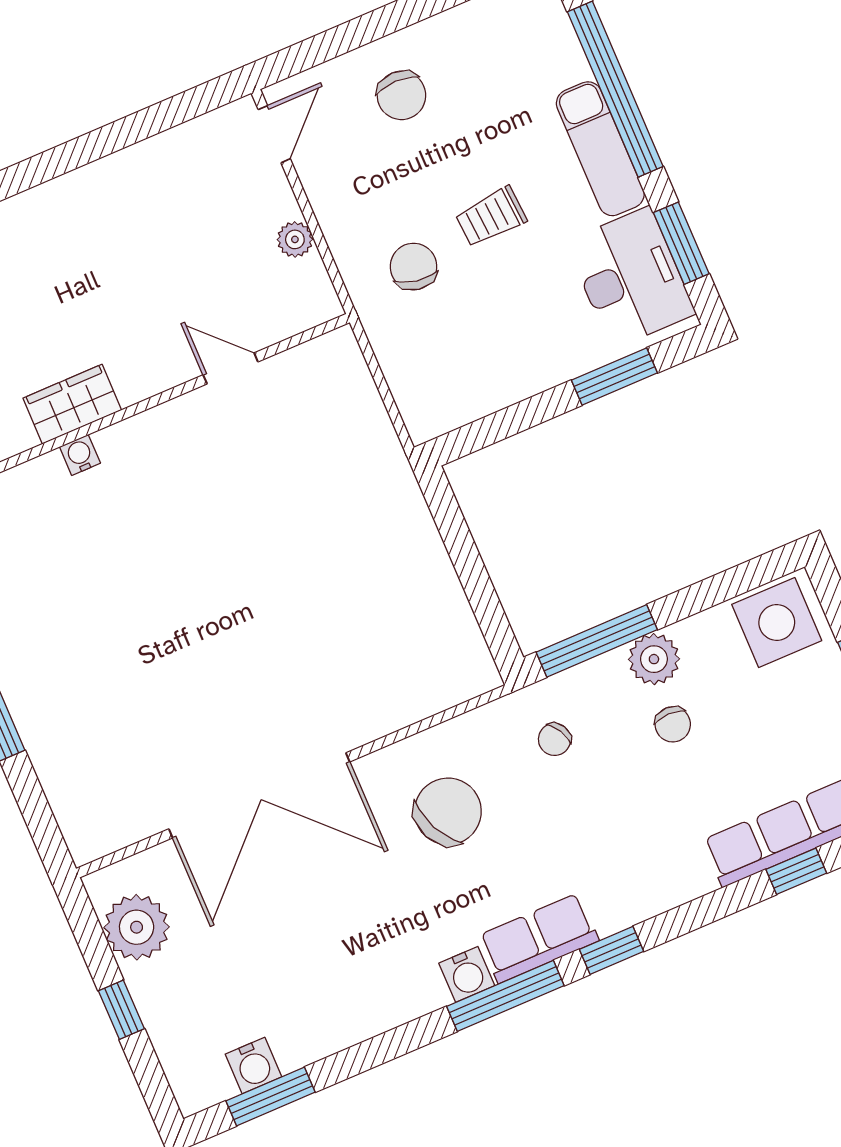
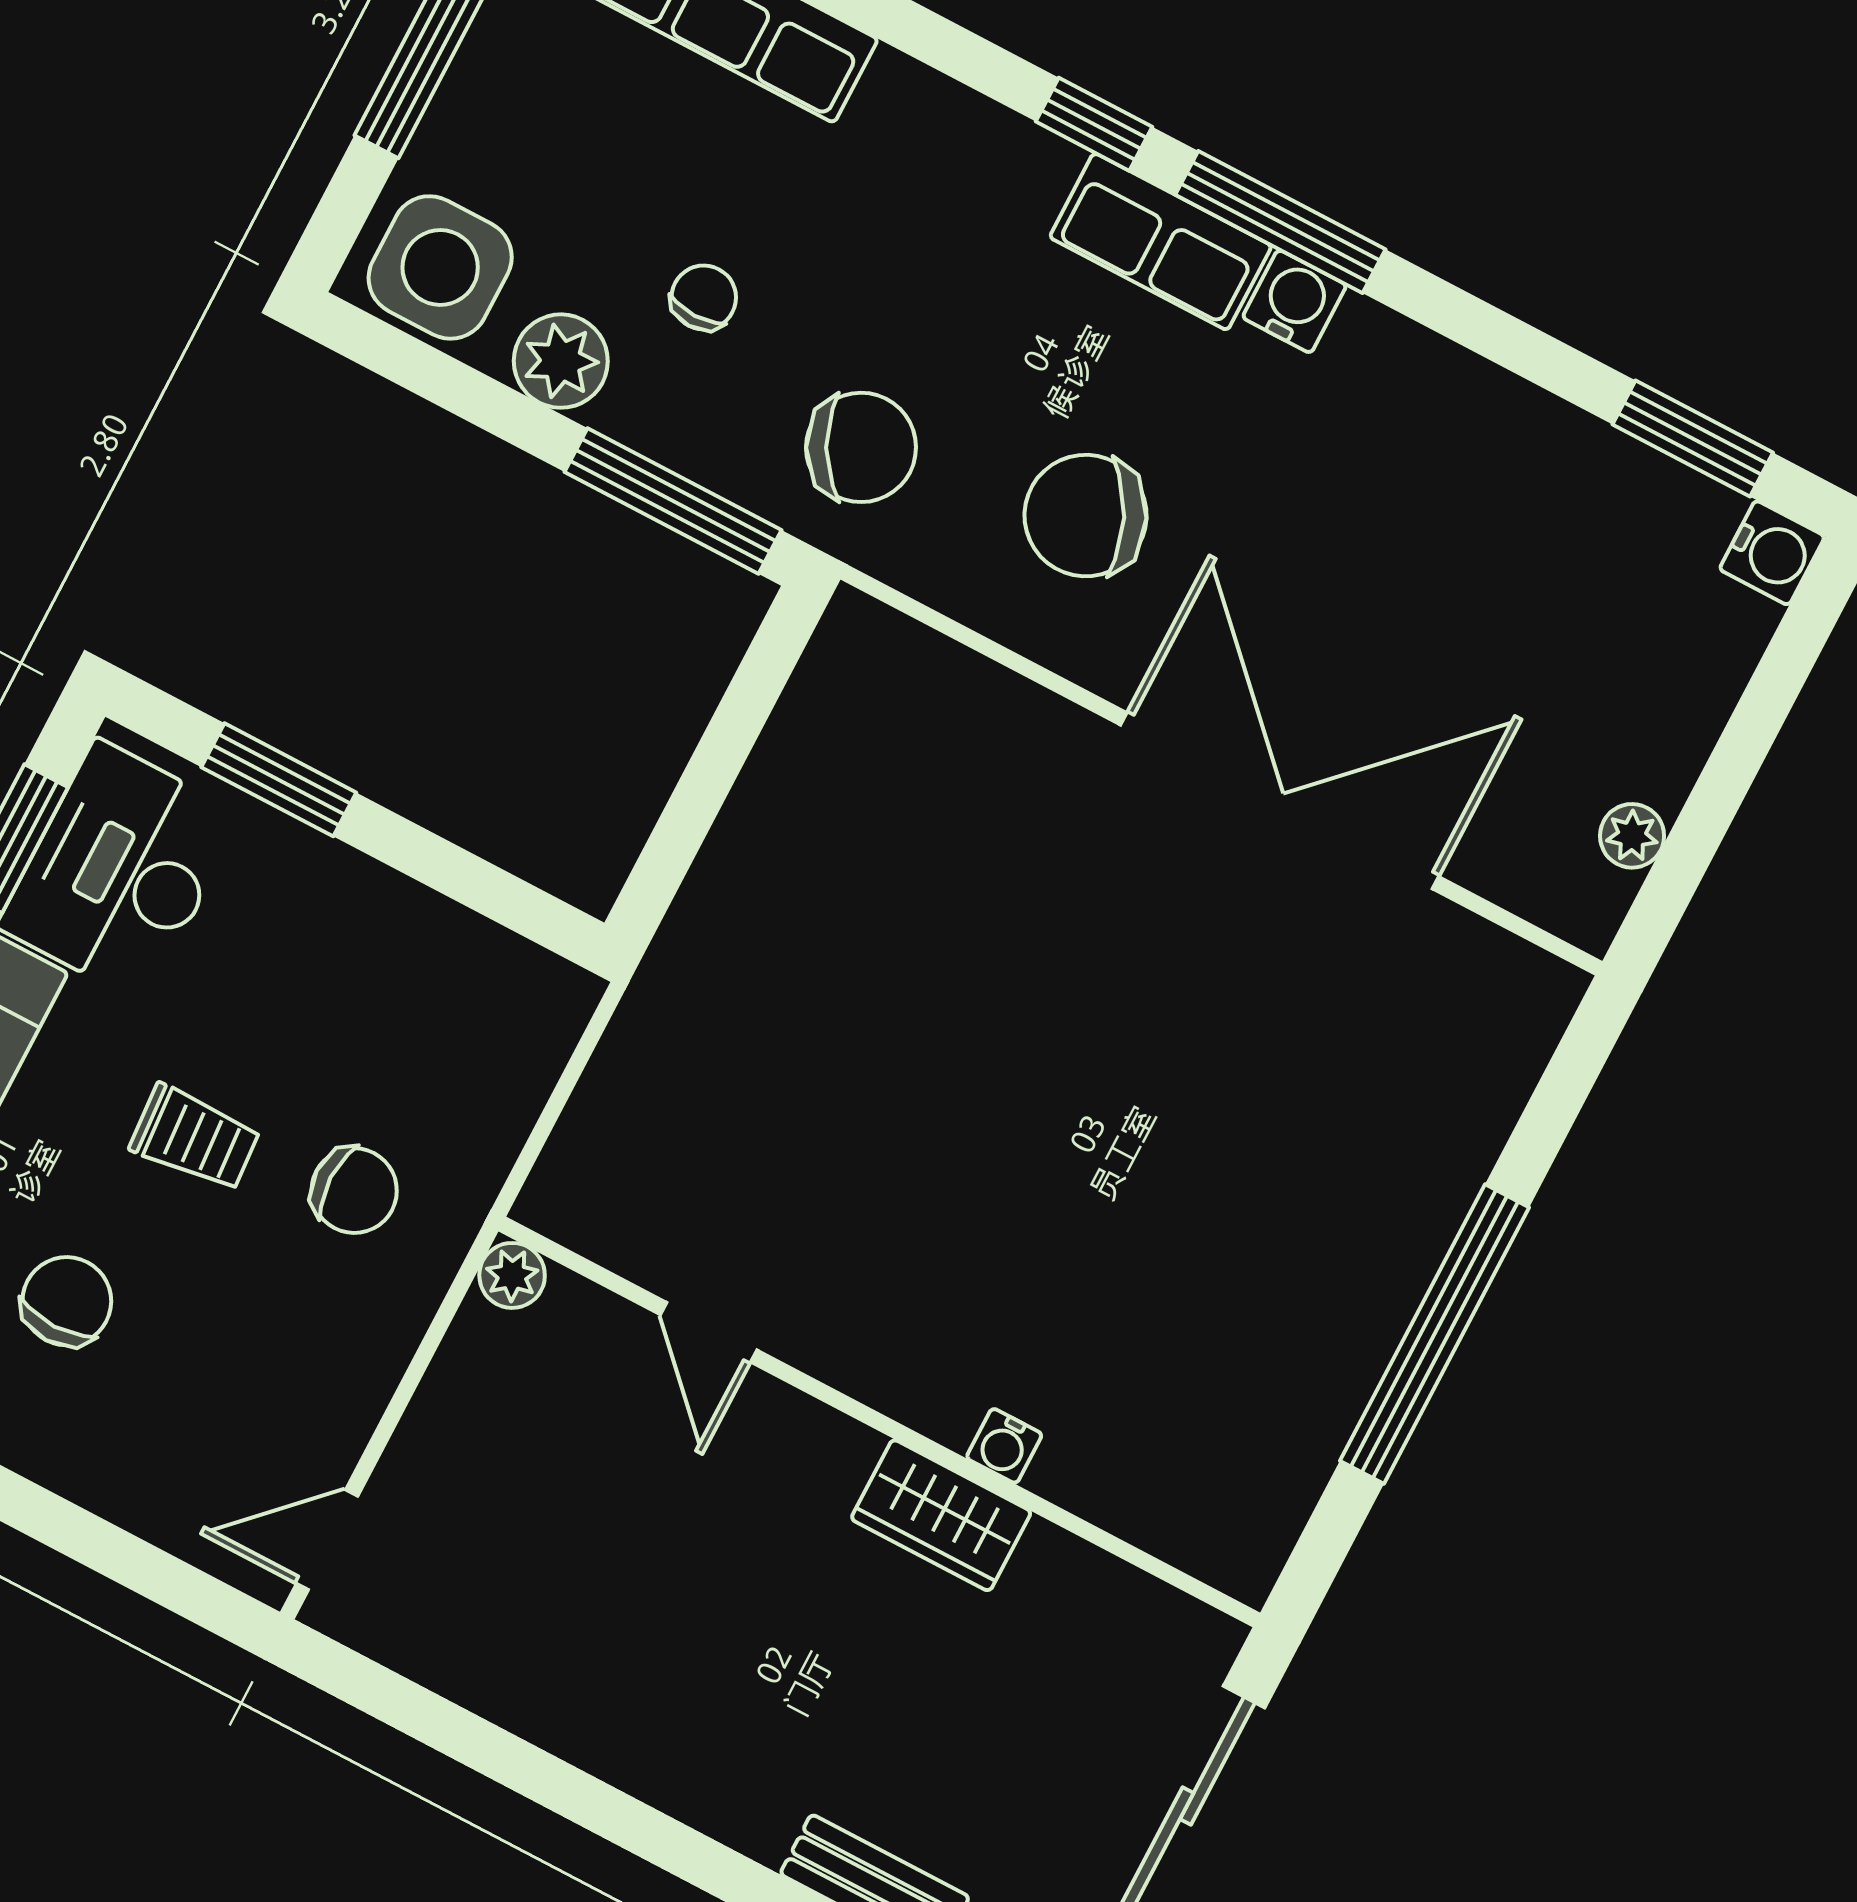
chair: (401, 95) -> (67, 1301), moved
plant: (295, 239) -> (512, 1275), moved
chair: (414, 267) -> (354, 1191), turned -100
plant: (654, 659) -> (561, 361), moved
chair: (555, 739) -> (861, 447), width x1.87, depth x1.87
plant: (137, 927) -> (1632, 836), width x0.53, depth x0.53
window: (121, 1010) -> (1742, 749), removed
water cooler: (253, 1065) -> (1772, 553), moved, turned 90

